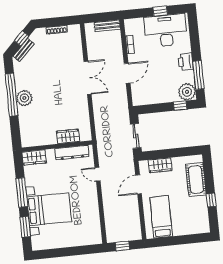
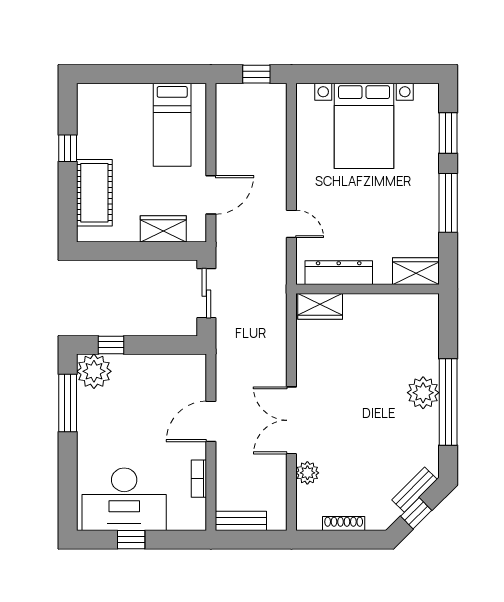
plant: (77, 53) -> (307, 473), added
printer: (186, 62) -> (91, 432), removed
wardrobe: (68, 136) -> (320, 306), moved
bed with nightstands: (49, 209) -> (364, 126), moved, turned -90

